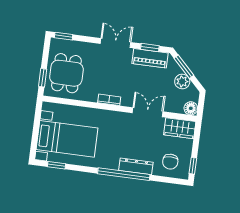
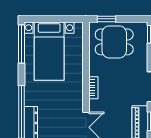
window: (56, 165) -> (22, 44), width x2.17

